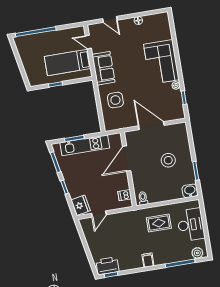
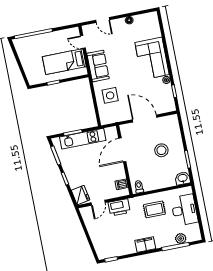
plant: (197, 253) -> (181, 238), moved
filing cabinet: (148, 260) -> (145, 245), width x2.00
printer: (107, 266) -> (119, 207), moved, turned 180

